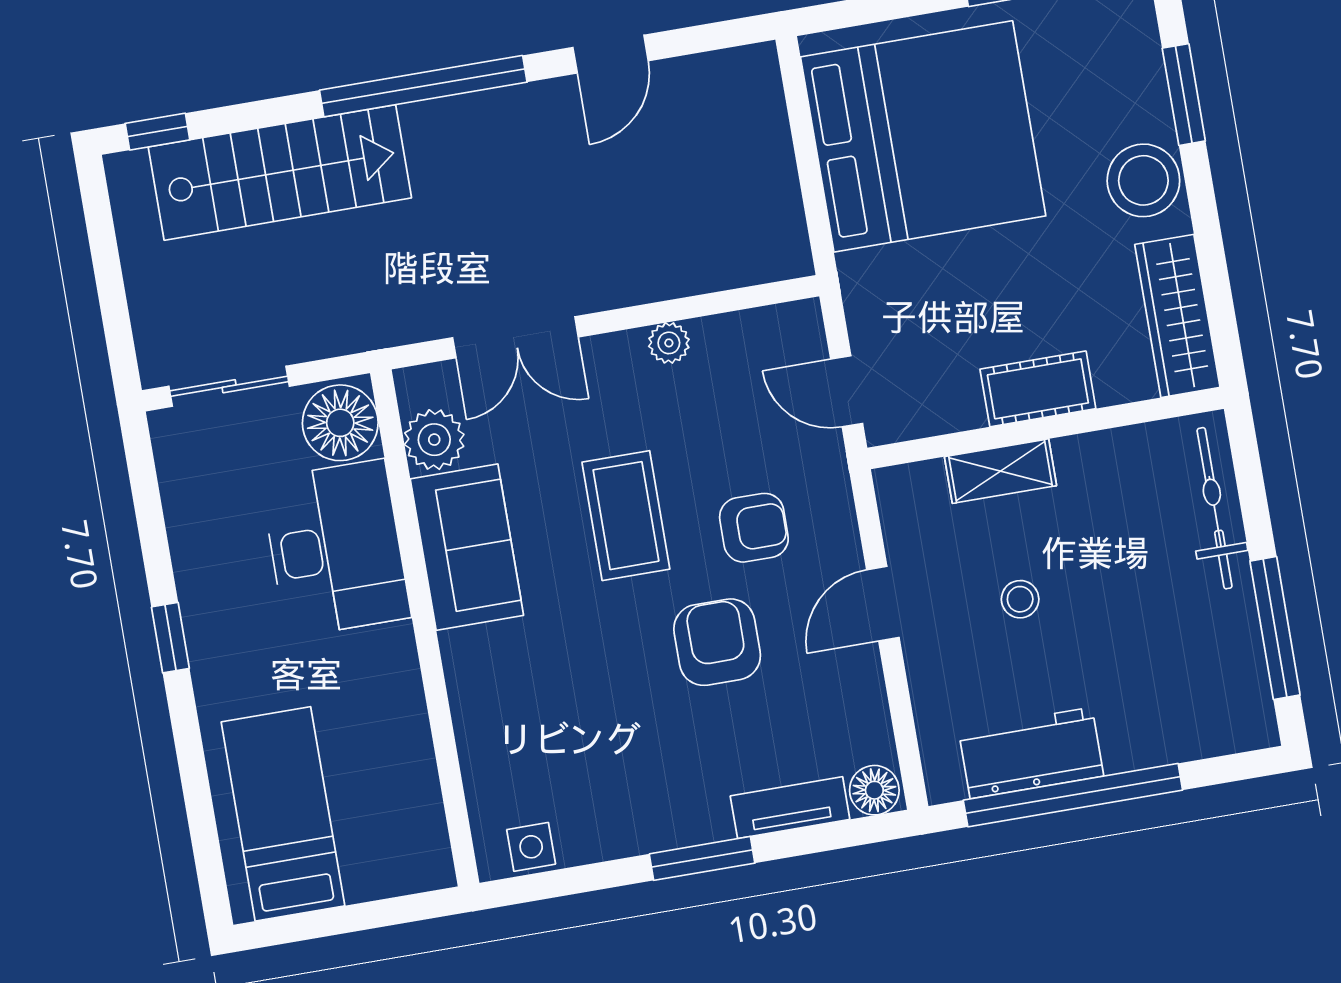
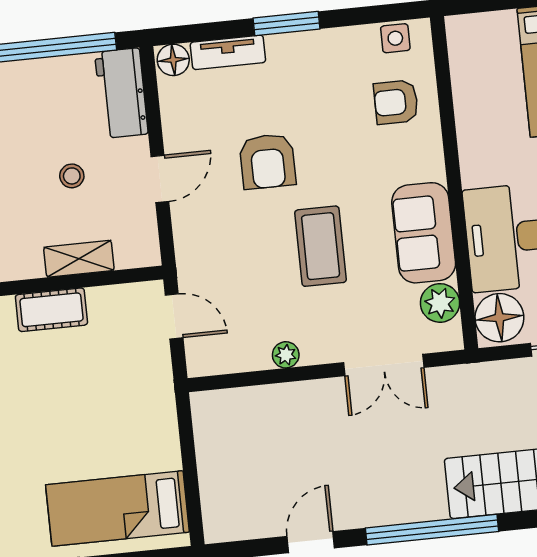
bed: (923, 136) -> (118, 508), width x0.49
double door: (515, 337) -> (384, 365), swing flipped
armchair: (754, 528) -> (396, 102), moved
workbench: (1031, 753) -> (121, 93), moved, turned 90

